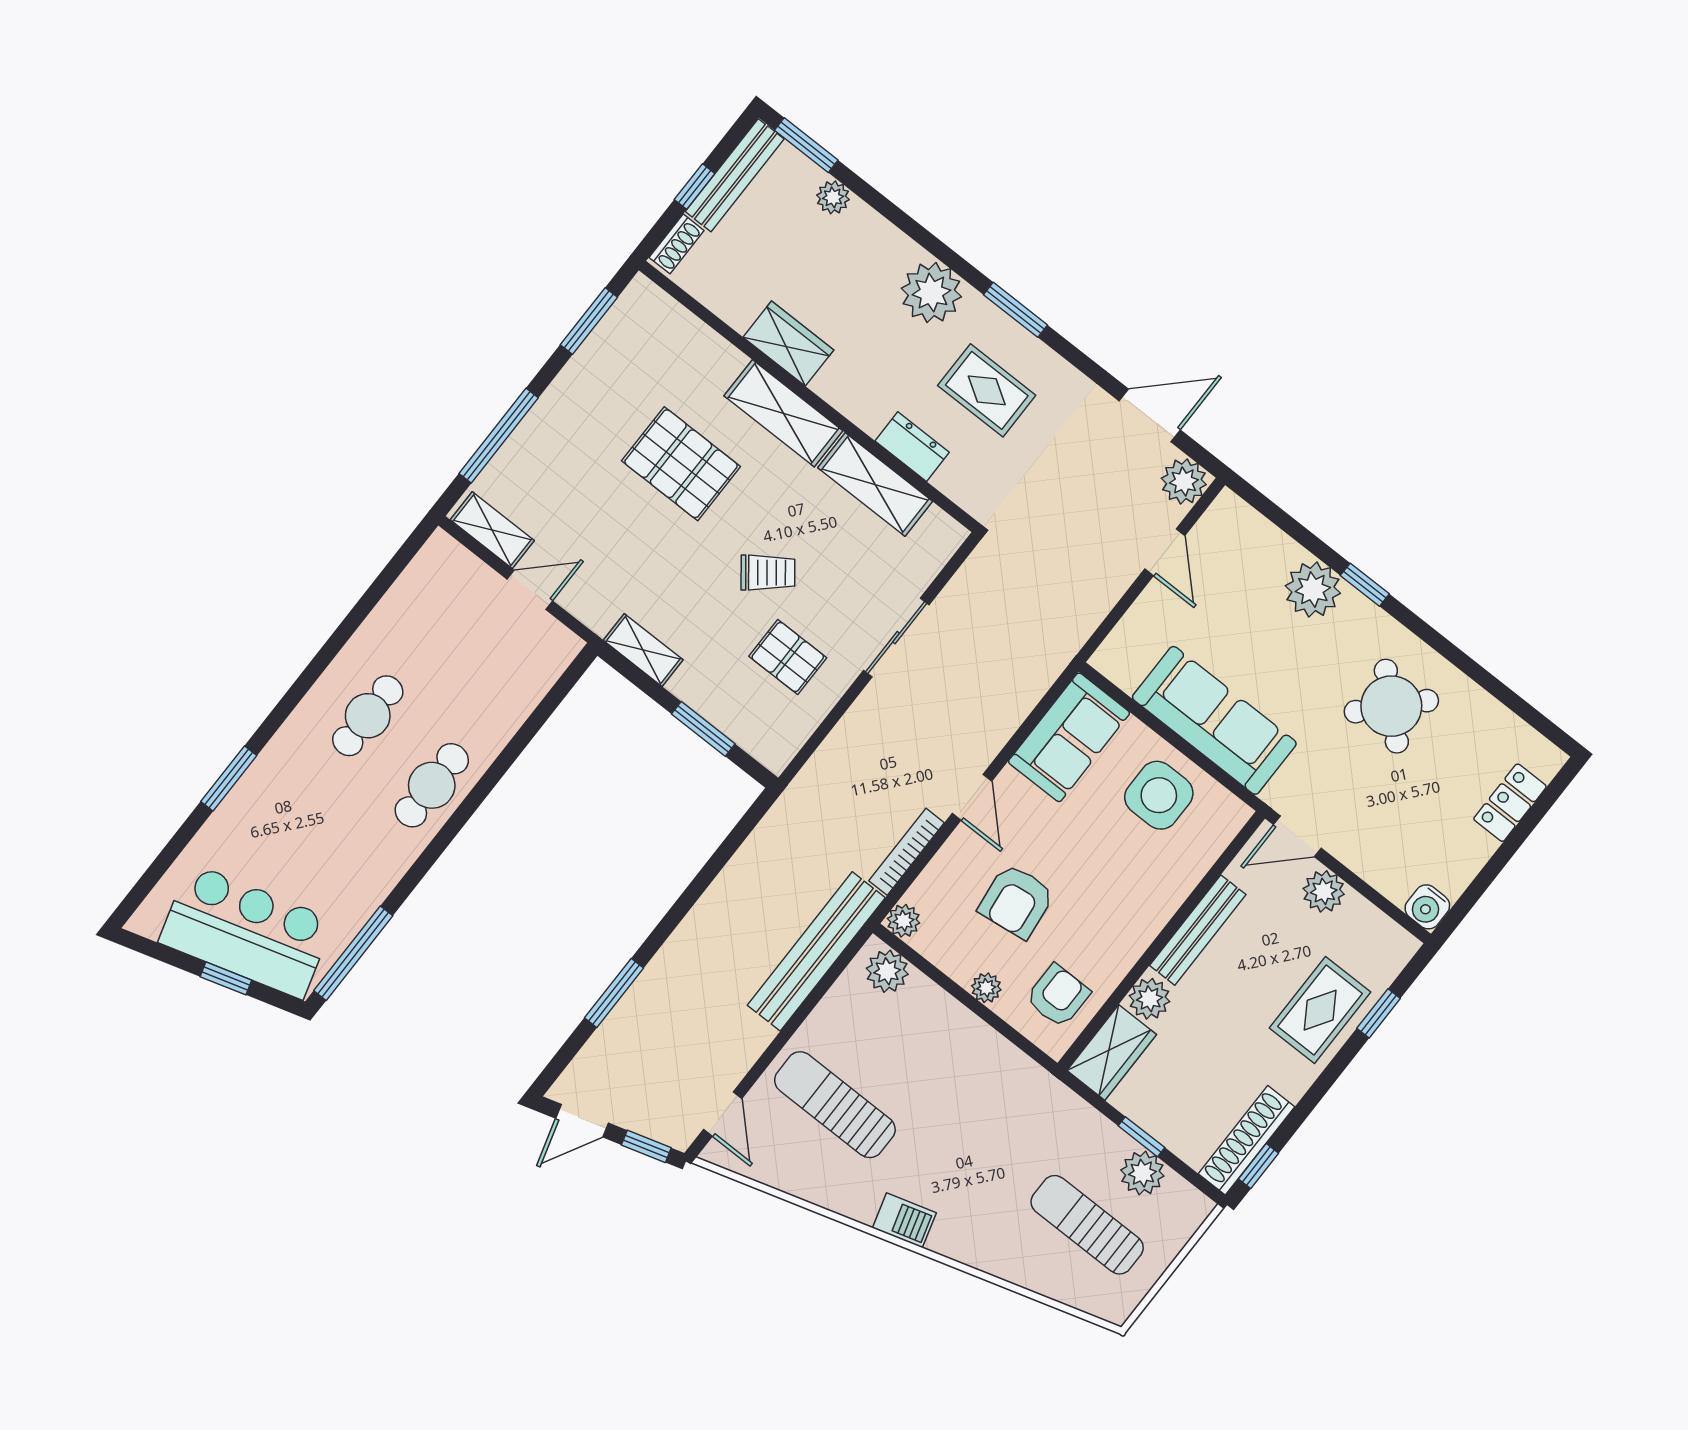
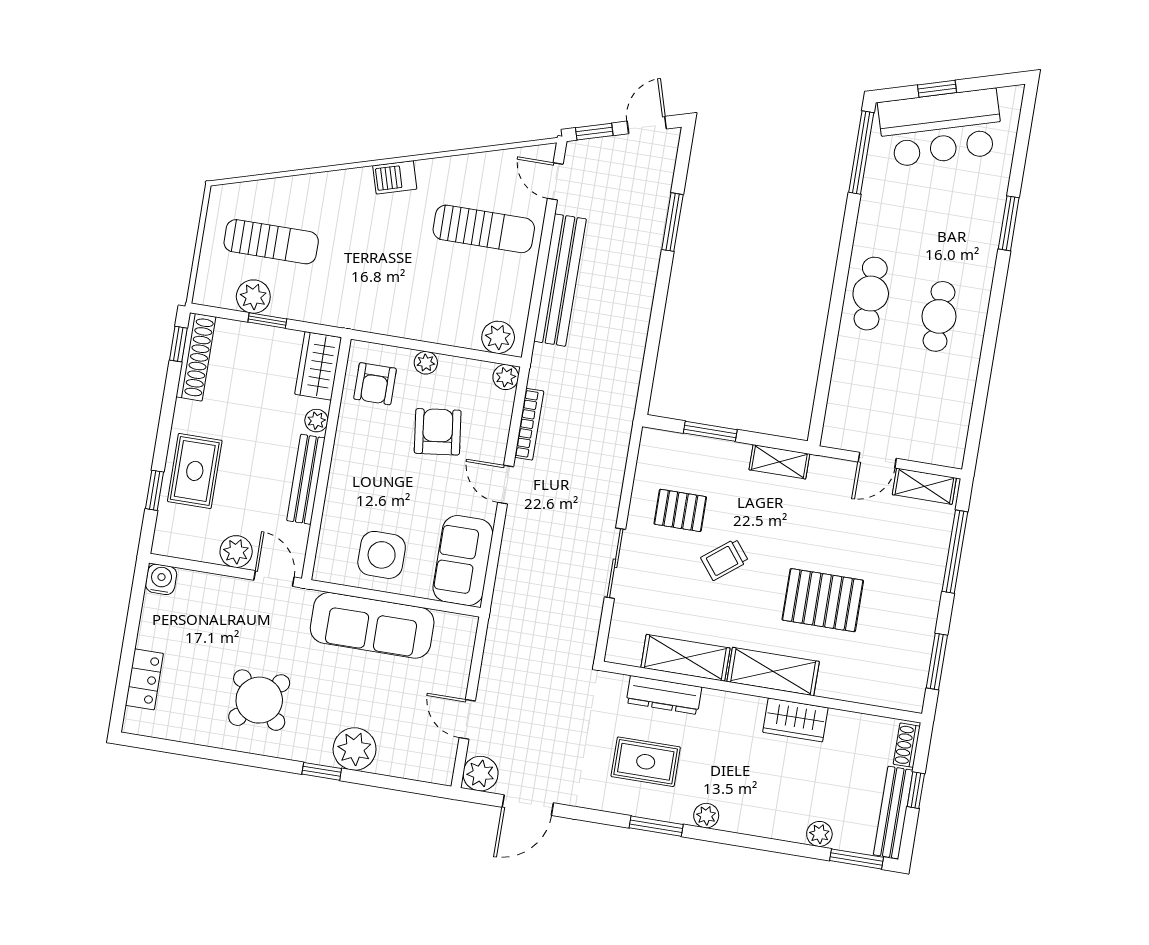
plant: (931, 293) -> (706, 816), width x0.53, depth x0.53
dresser: (912, 447) -> (664, 695), width x1.44
door: (1297, 836) -> (274, 579), hinge flipped
bench: (816, 951) -> (560, 280), moved
plant: (1149, 999) -> (316, 421), width x0.73, depth x0.73

